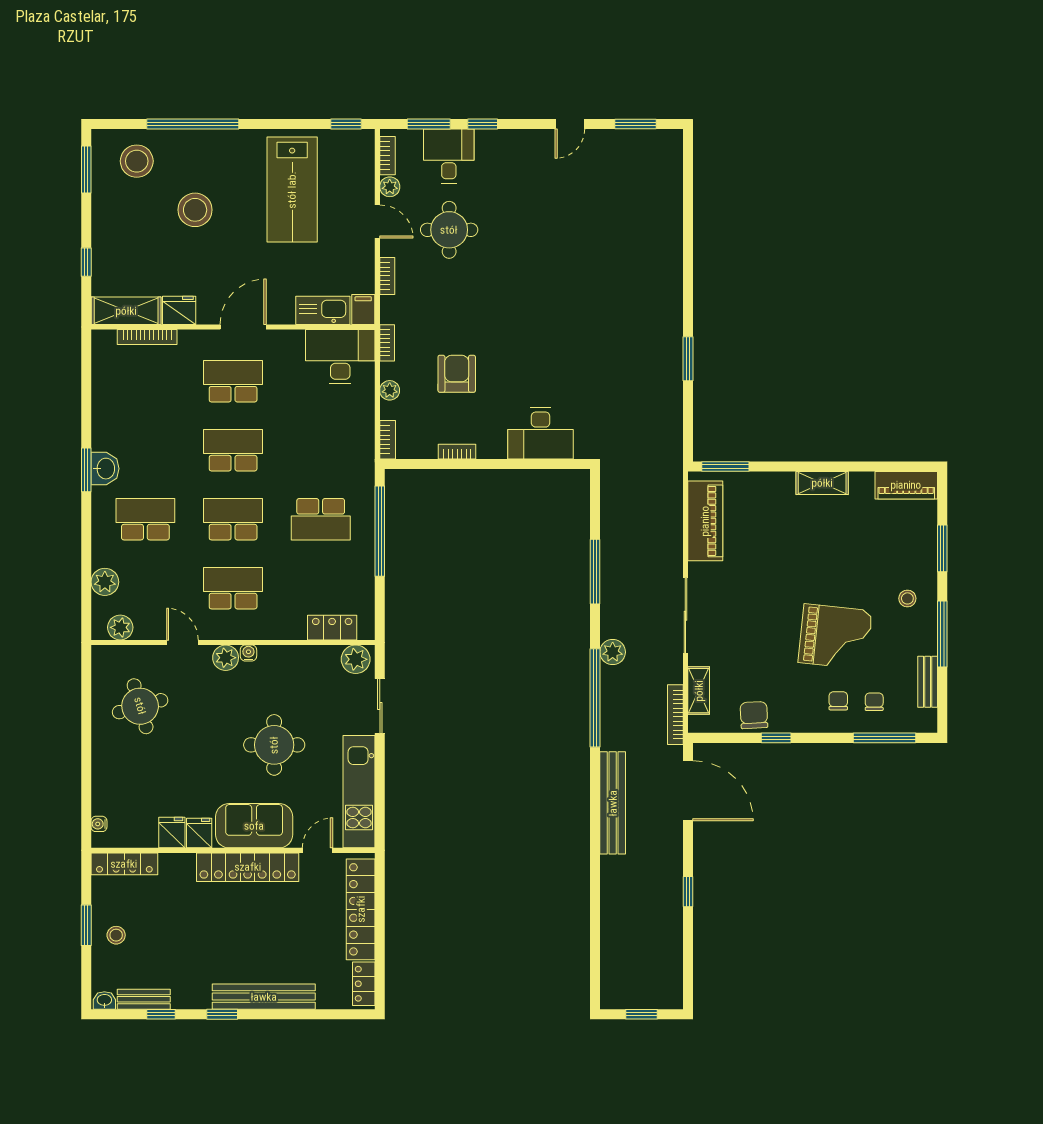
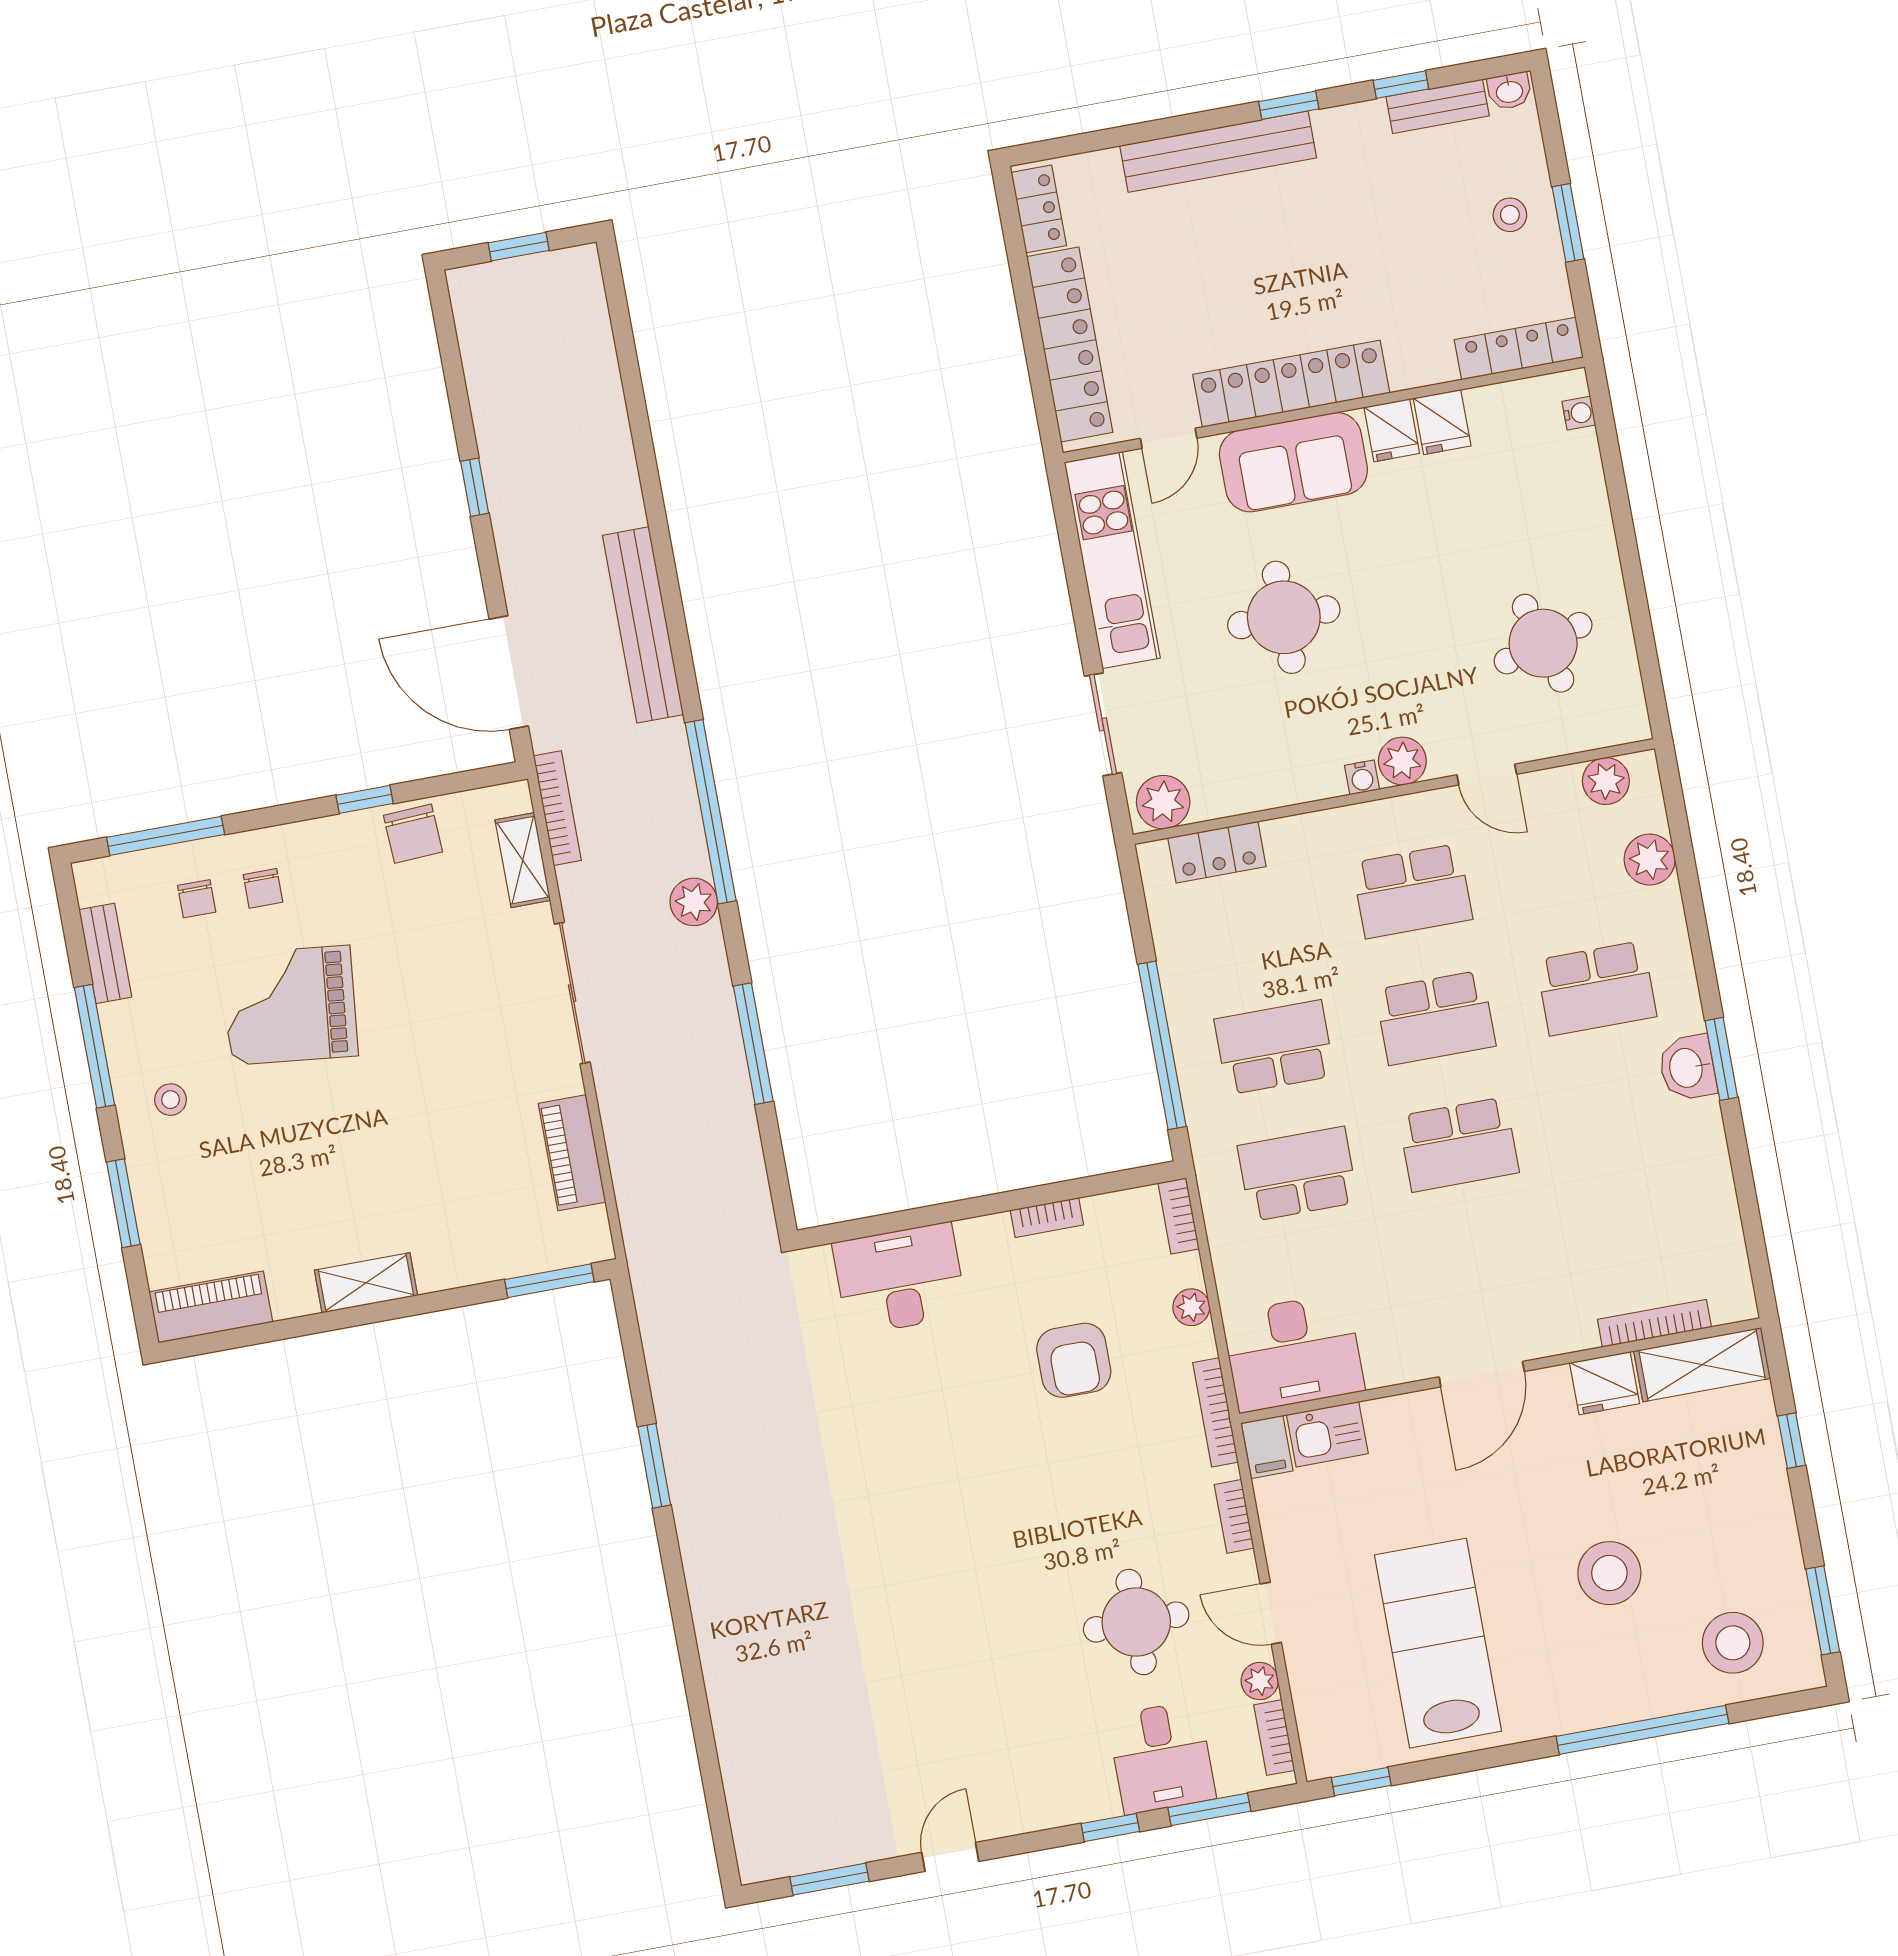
kitchen sink: (323, 310) -> (1327, 1434), width x0.73
bookcase: (387, 343) -> (1215, 1412), width x1.56
school desk: (233, 381) -> (1298, 1174), moved, turned 180
piano: (705, 521) -> (572, 1153), width x0.73, depth x0.75

